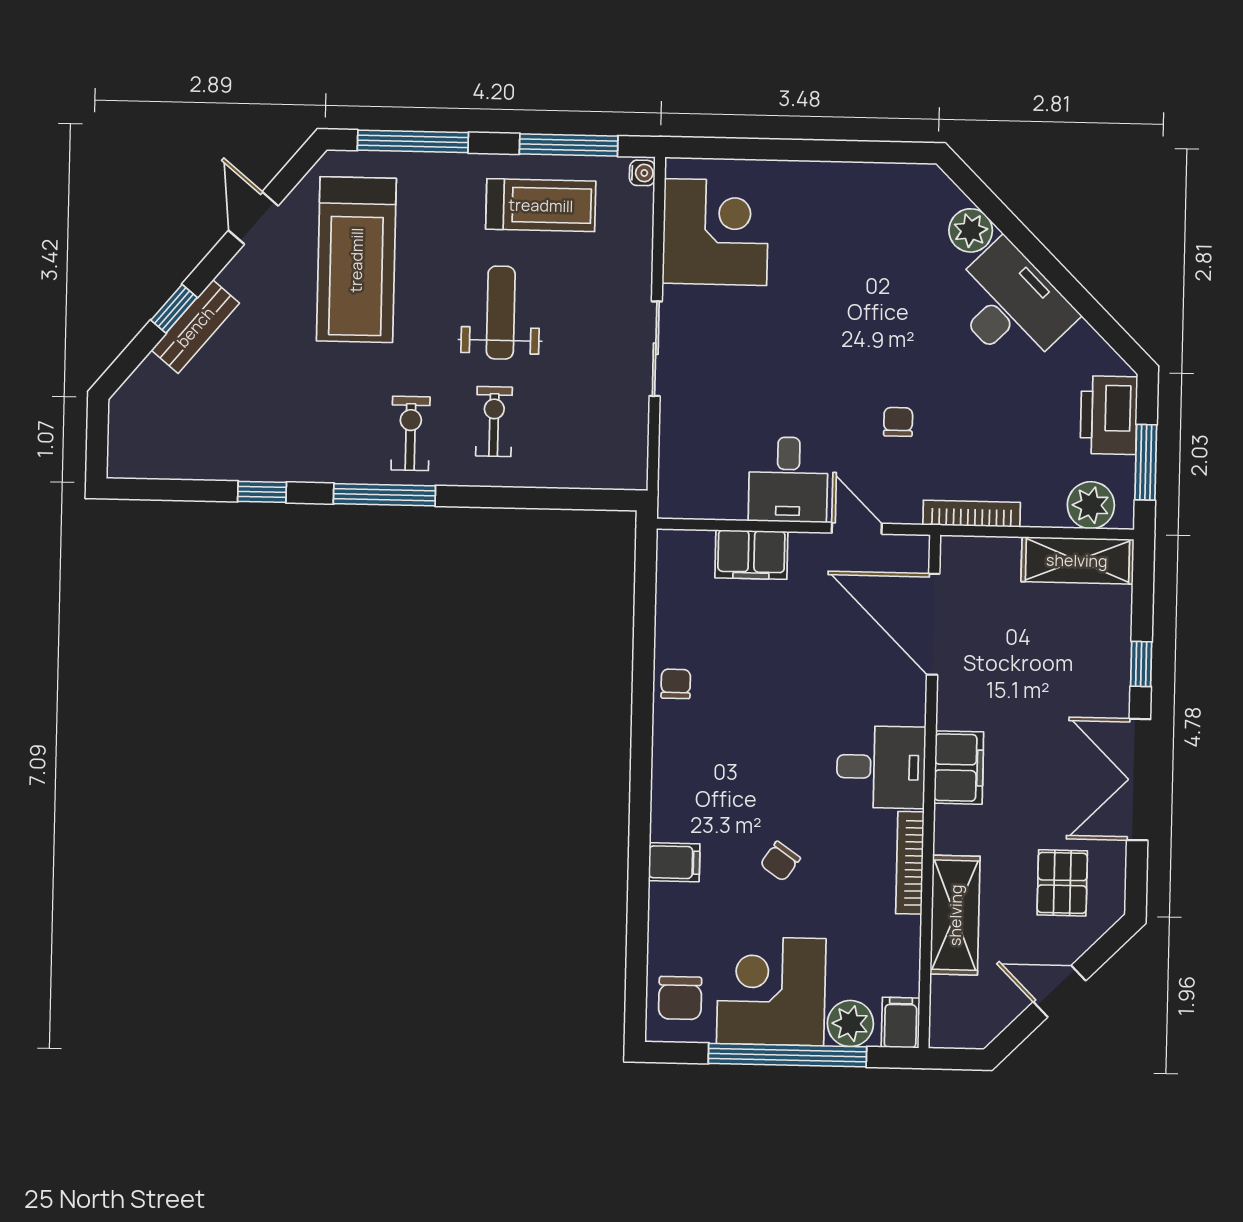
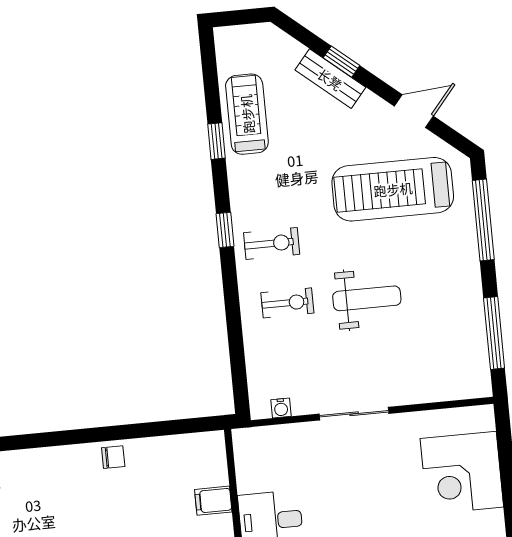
water cooler: (642, 173) -> (281, 408), moved
treadmill: (541, 205) -> (247, 114), moved, turned 180
corner desk: (716, 232) -> (462, 473), moved, turned 90
window: (384, 495) -> (225, 230), width x0.46
filing cabinet: (751, 555) -> (213, 501), width x0.50

